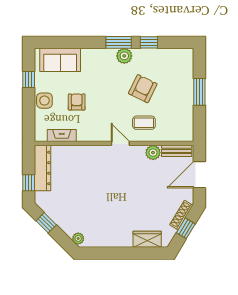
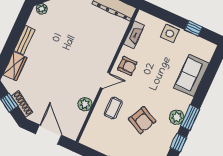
sofa: (60, 60) -> (192, 76), moved
armchair: (77, 102) -> (127, 66), moved
bench: (177, 151) -> (24, 40), moved

